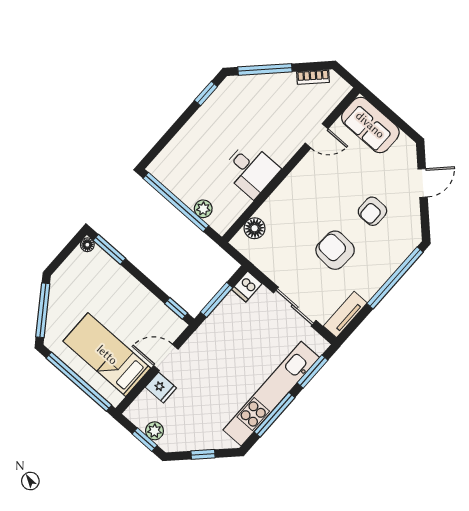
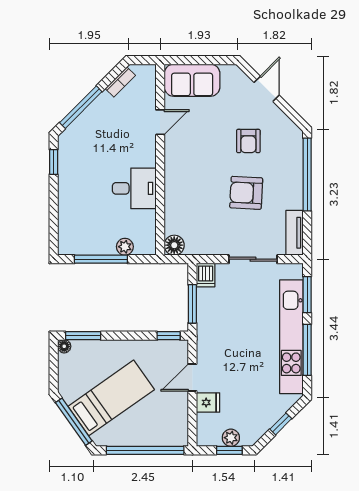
window: (176, 202) -> (101, 259), width x0.68
floor lamp: (255, 228) -> (174, 245), moved
bed: (107, 355) -> (111, 398), moved, turned 145

